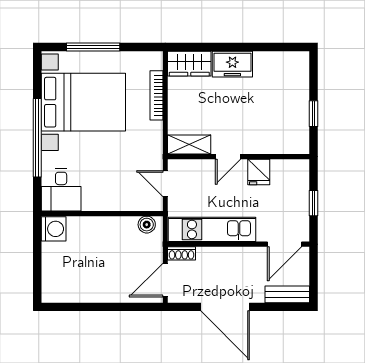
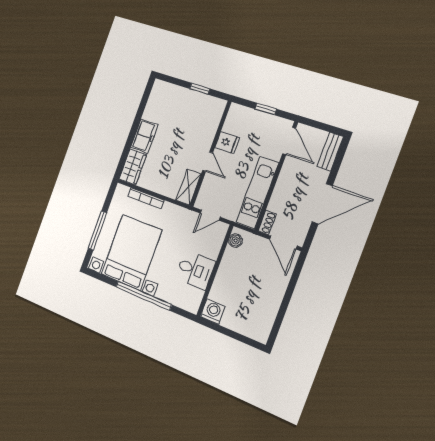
desk: (61, 190) -> (195, 270), moved

